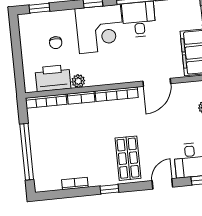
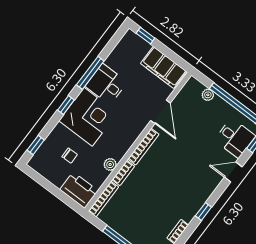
printer: (53, 78) -> (79, 190), moved, turned 90
shop shelf: (128, 158) -> (194, 179), removed
door: (162, 184) -> (233, 172), hinge flipped

